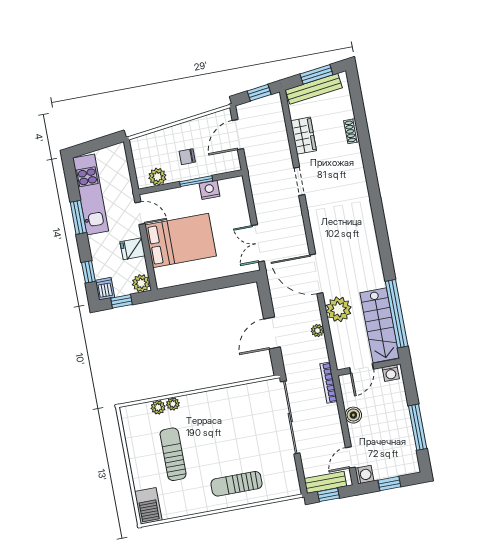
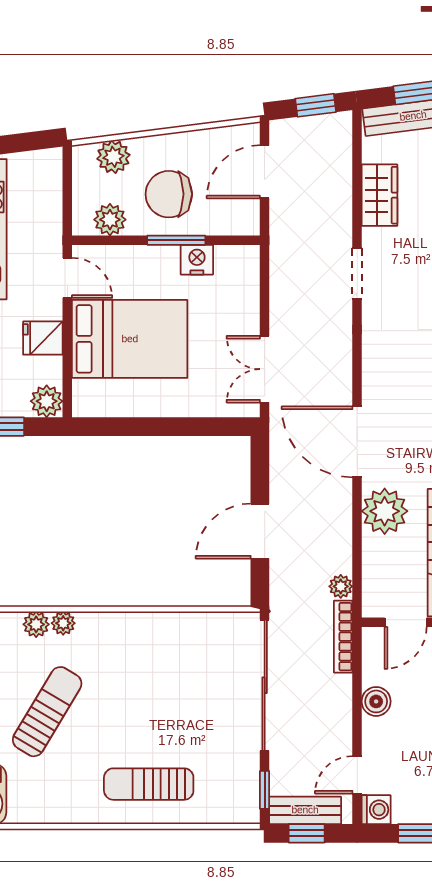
plant: (153, 142) -> (113, 157), added
chair: (187, 157) -> (169, 194), width x1.87, depth x1.87
plant: (318, 331) -> (341, 586), moved
sun lounger: (173, 454) -> (47, 712), turned 31
window: (301, 475) -> (265, 790), added

